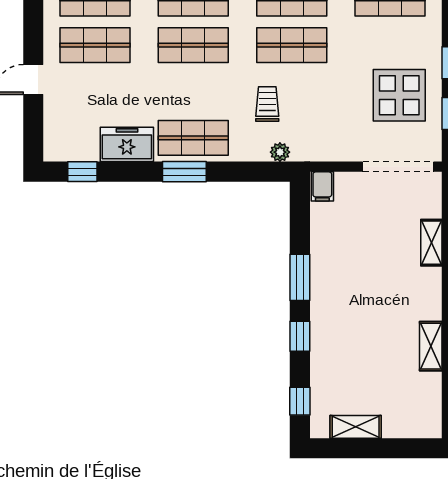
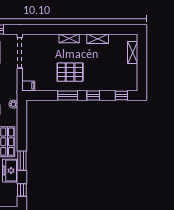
window: (184, 172) -> (22, 161), moved
shelving: (431, 243) -> (69, 38), moved
pallet: (354, 283) -> (70, 72), added
shelving: (356, 427) -> (133, 52), moved

